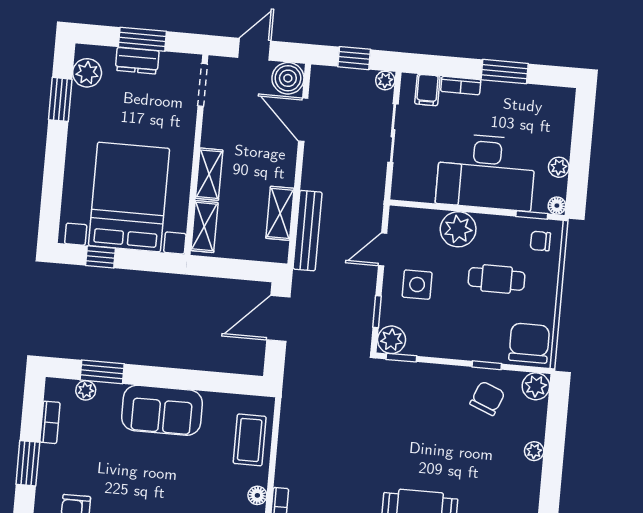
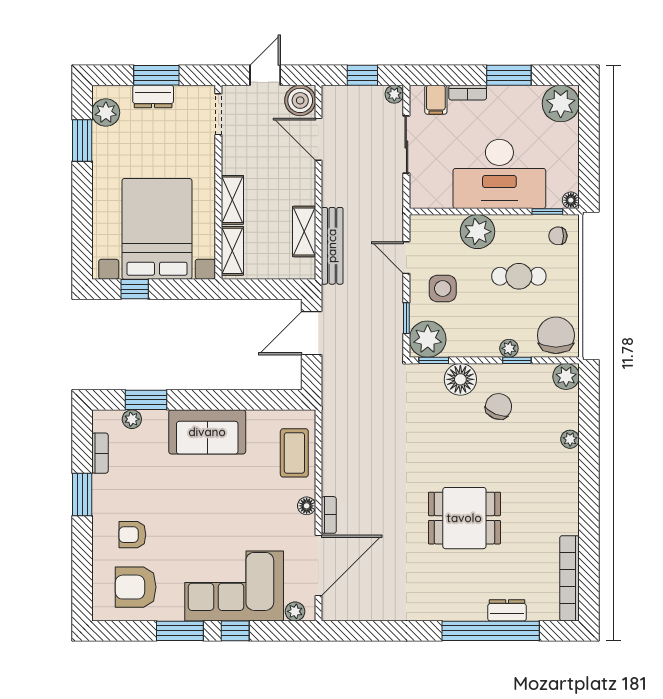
plant: (559, 167) -> (561, 103), moved, width x1.88, depth x1.88
door: (383, 249) -> (406, 258), hinge flipped
plant: (392, 340) -> (428, 339), width x1.36, depth x1.36
plant: (480, 352) -> (509, 348), added
floor lamp: (427, 380) -> (460, 379), added
chair: (487, 398) -> (499, 406), moved

